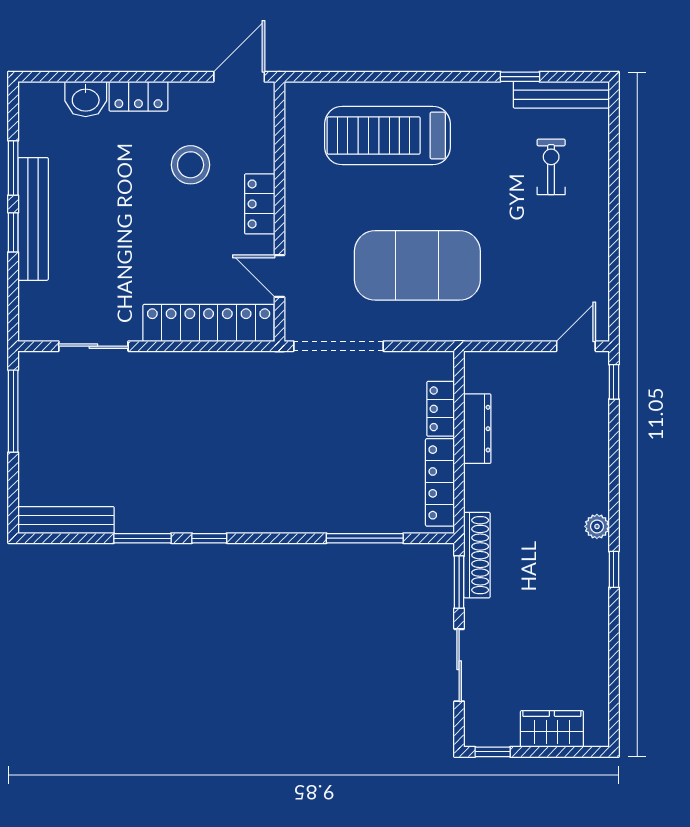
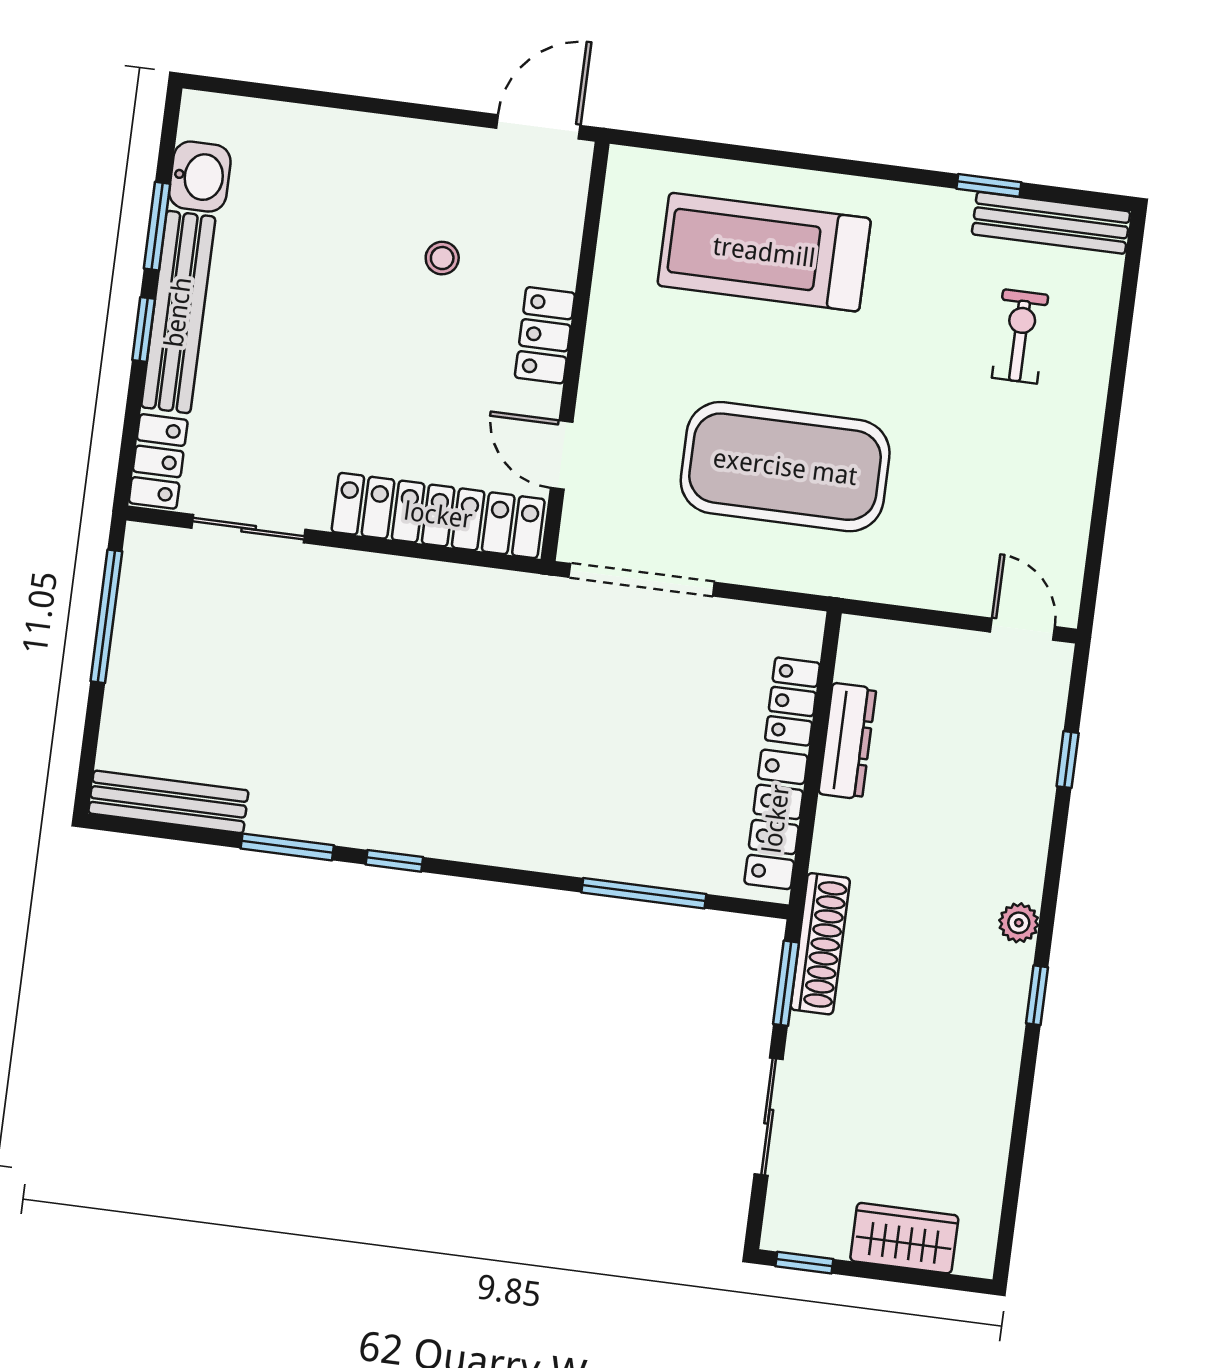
locker: (138, 96) -> (158, 461), moved, turned -90
washbasin: (86, 99) -> (200, 177), moved, turned -90
stool: (191, 165) -> (442, 258), width x0.53, depth x0.53
door: (576, 346) -> (1022, 629), hinge flipped
window: (614, 382) -> (1068, 760), moved

